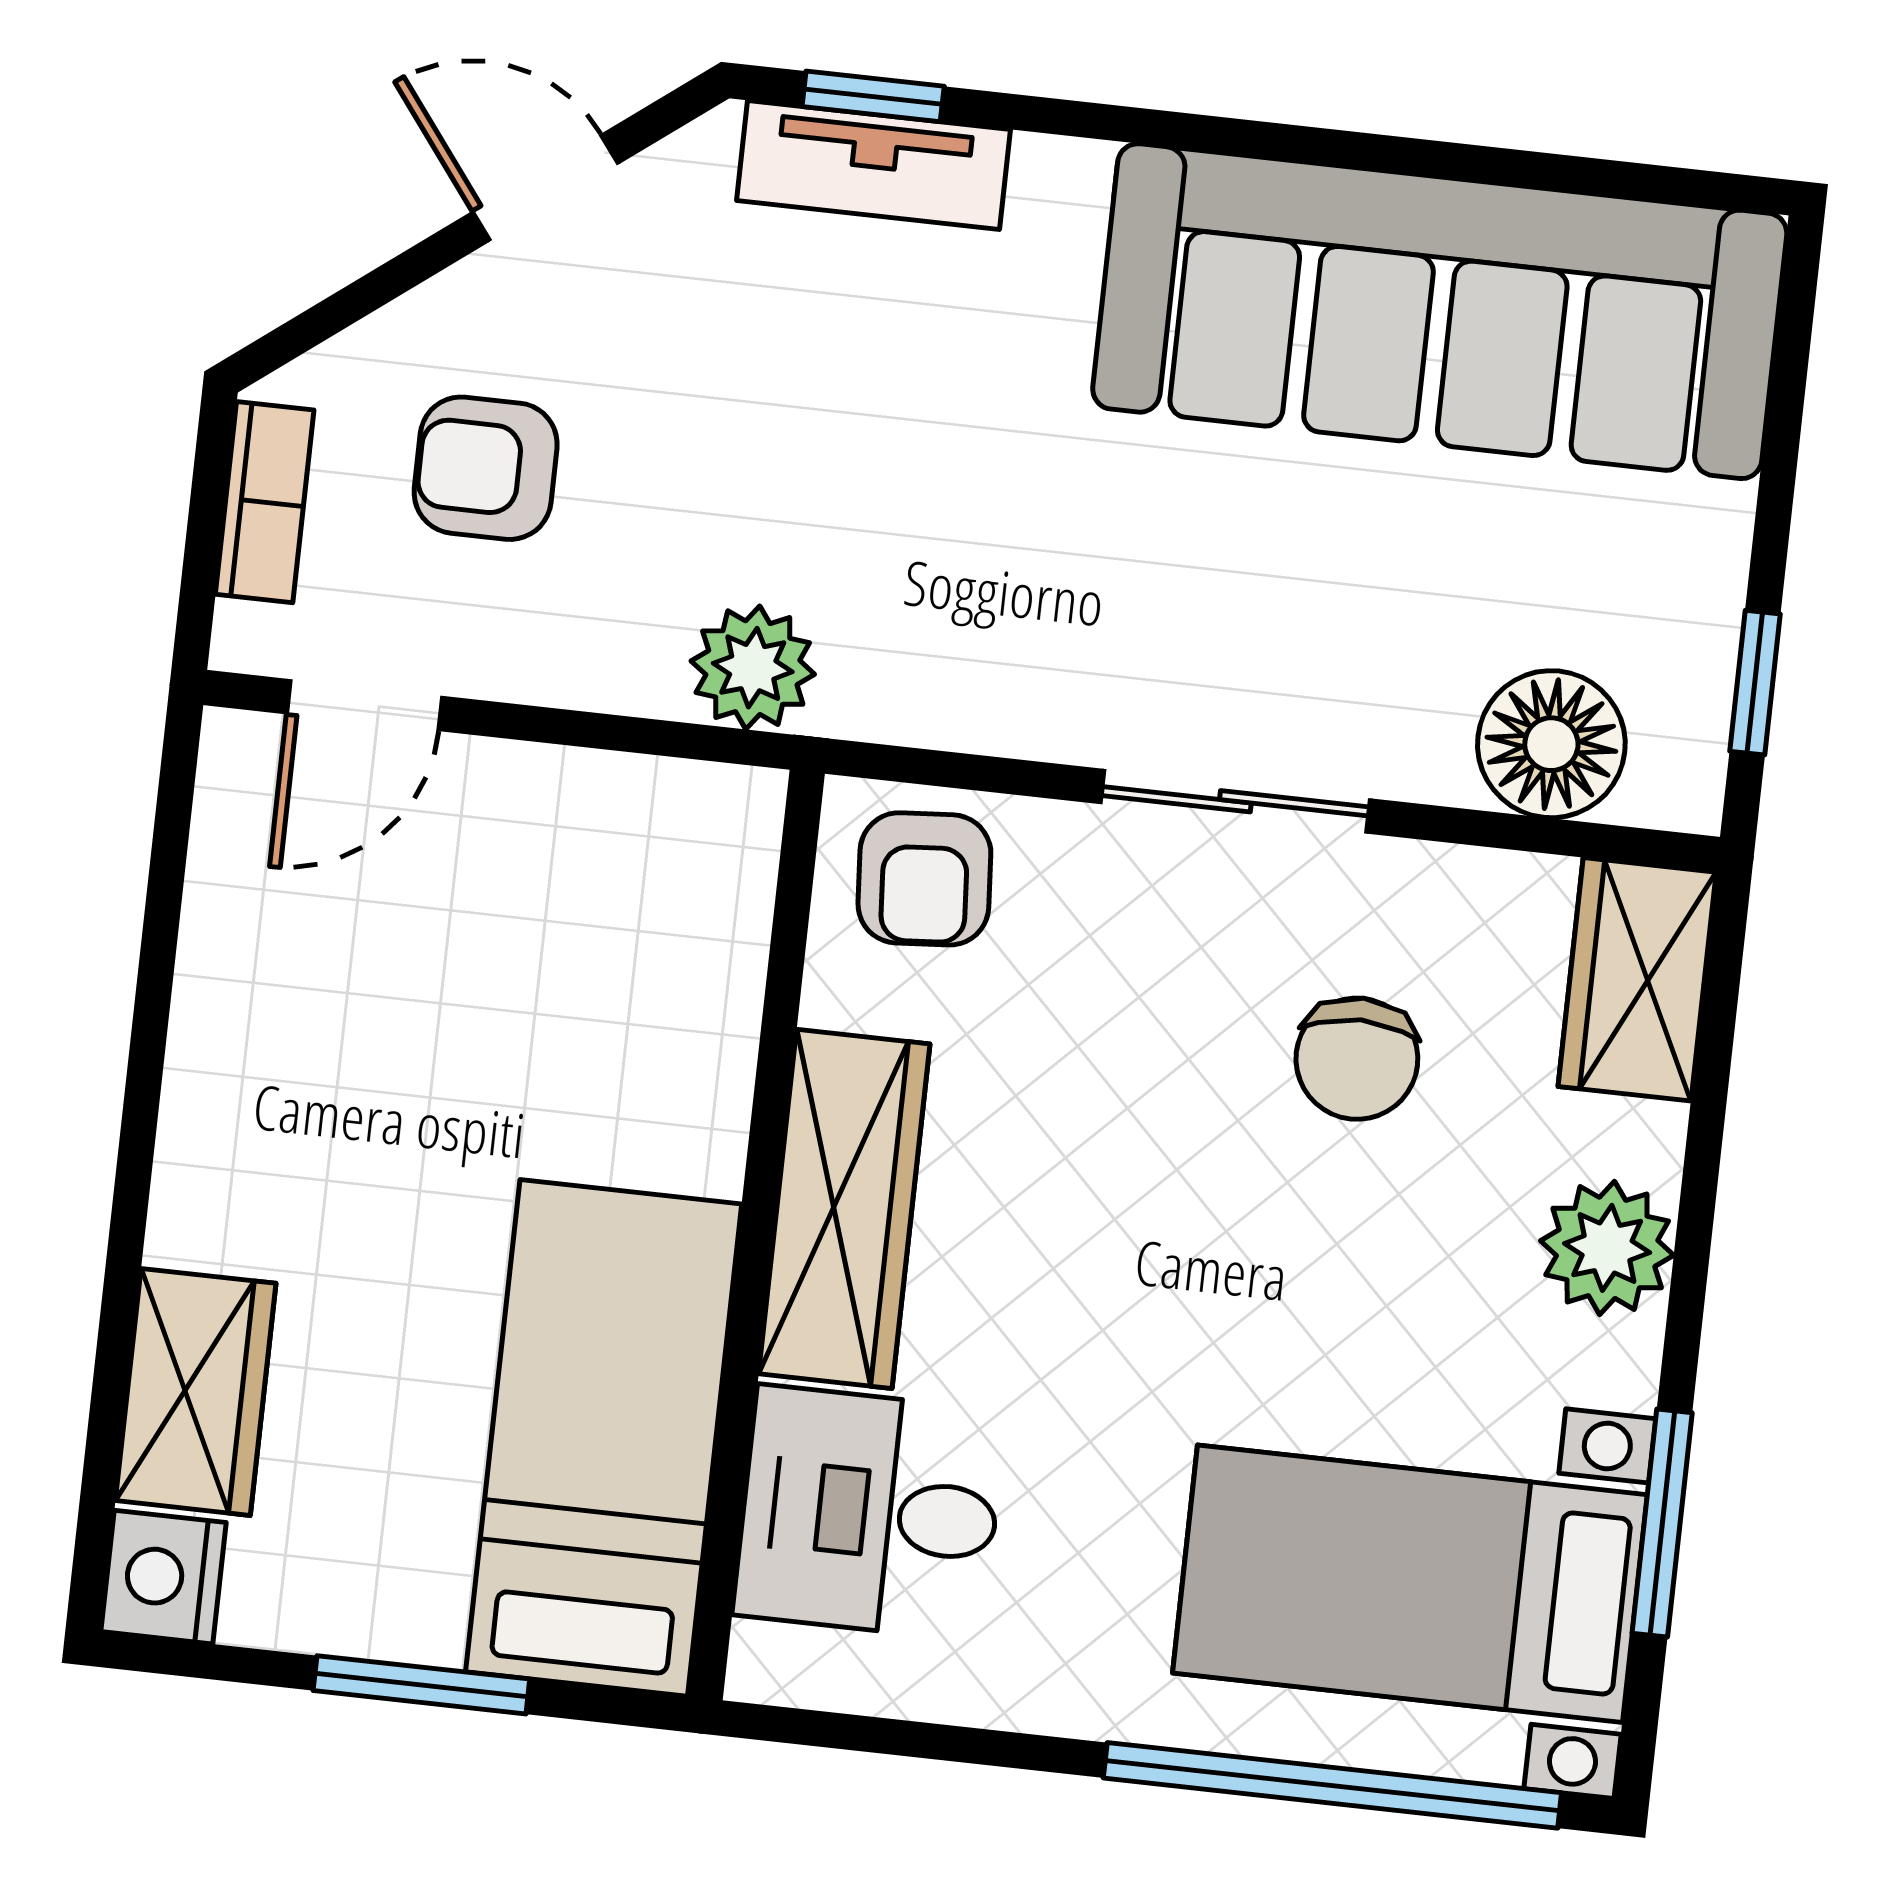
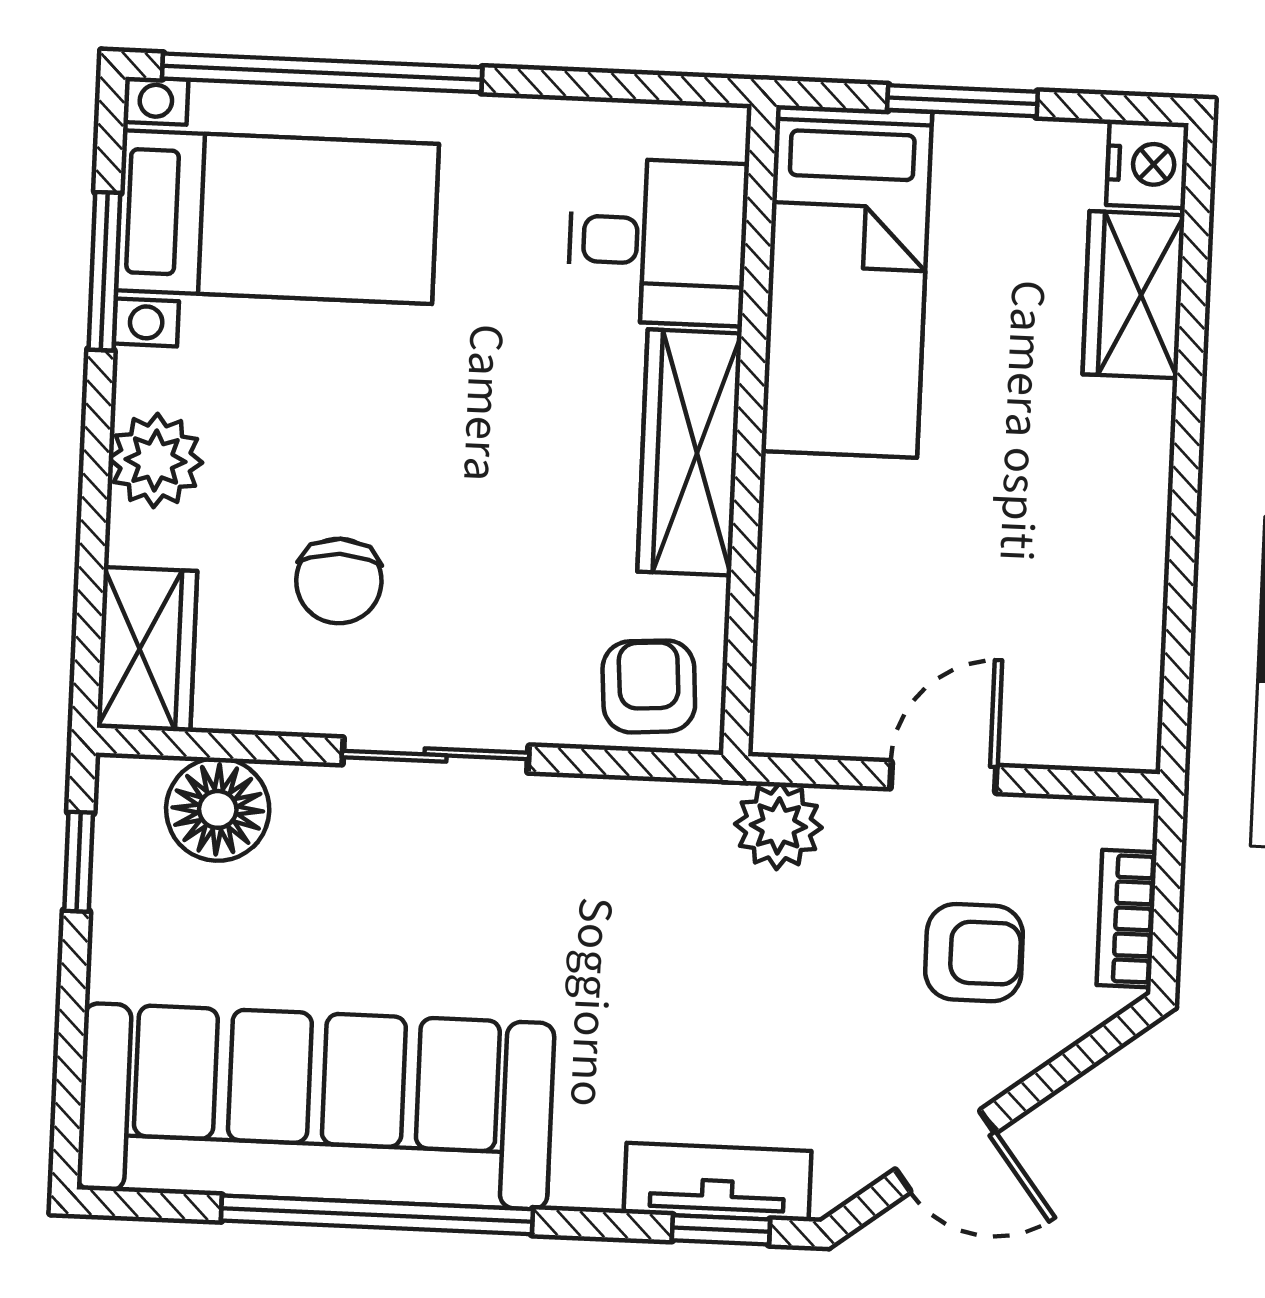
window: (1363, 150) -> (377, 1215), added
door: (364, 705) -> (944, 777), moved
chair: (1357, 1059) -> (339, 581), turned 180

